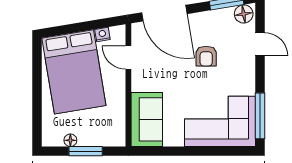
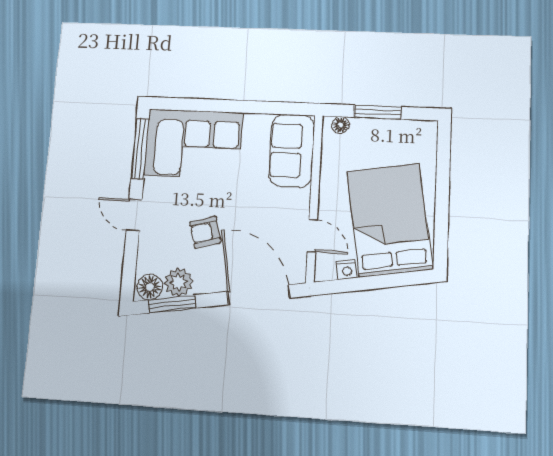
plant: (223, 19) -> (178, 282), added
door: (260, 44) -> (134, 215), moved
armchair: (206, 56) -> (205, 232), turned -106
floor lamp: (70, 140) -> (341, 125), moved

